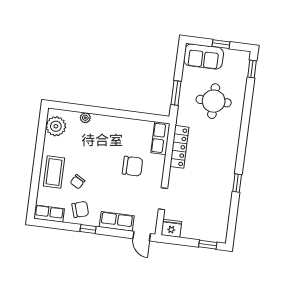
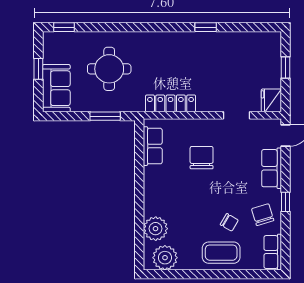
plant: (85, 118) -> (156, 229), width x1.87, depth x1.87
row of seats: (160, 138) -> (153, 146), moved, turned -90
window: (208, 245) -> (286, 67), moved

